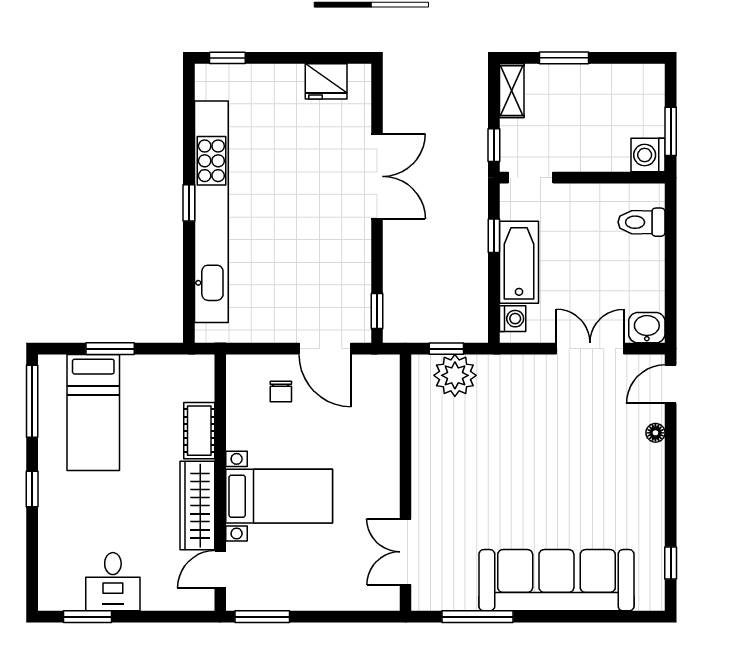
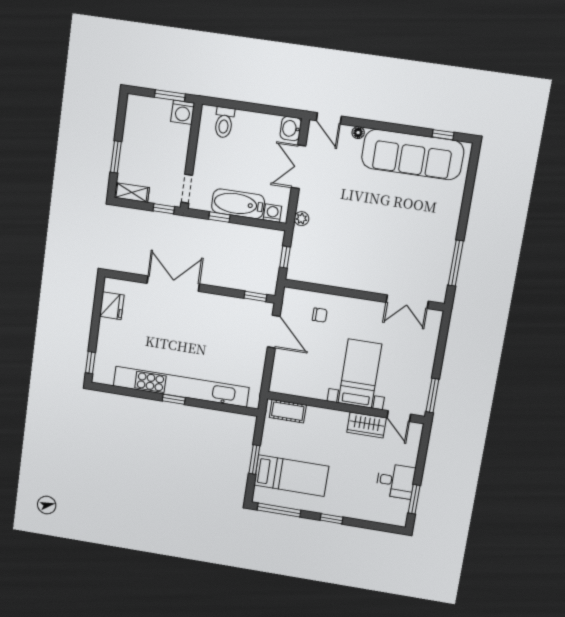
door: (325, 349) -> (274, 332), hinge flipped
plant: (455, 375) -> (301, 219), moved, width x0.53, depth x0.53
chair: (281, 391) -> (320, 315), moved
cot: (199, 431) -> (288, 411), moved
wardrobe: (197, 506) -> (367, 425), width x0.67
sofa: (556, 580) -> (413, 154), moved, turned -90

